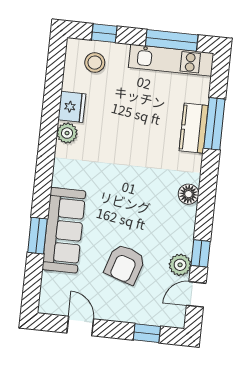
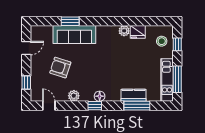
window: (201, 253) -> (95, 106), moved
plant: (180, 265) -> (74, 96), moved

